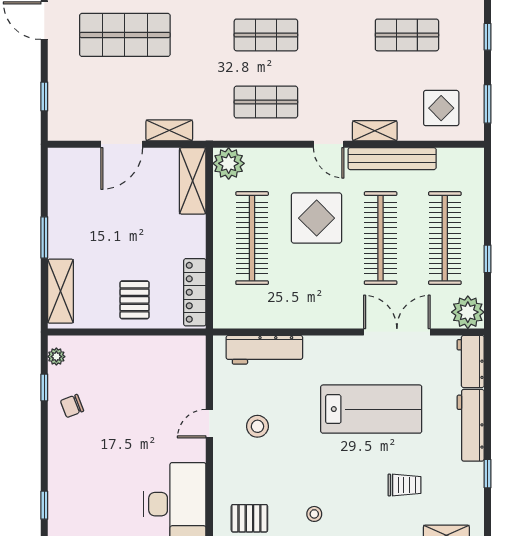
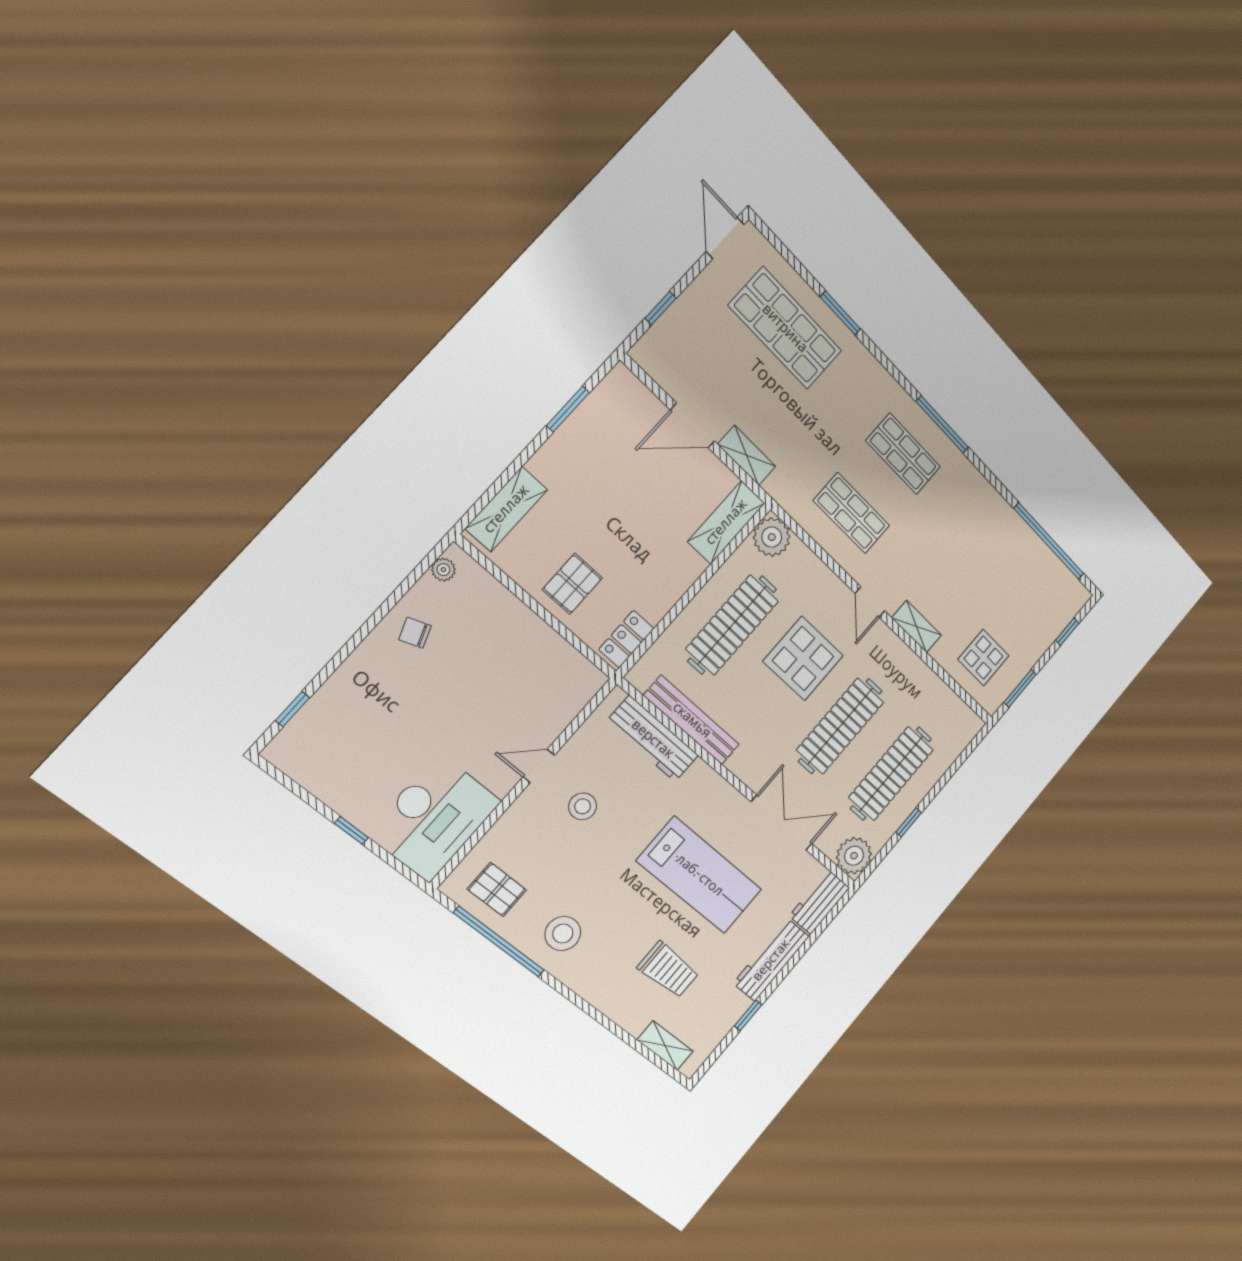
shop shelf: (407, 35) -> (1011, 569), removed
bench: (392, 159) -> (692, 720), moved
window: (44, 237) -> (568, 409), moved
locker: (195, 292) -> (626, 639), width x0.66
window: (44, 387) -> (402, 590), removed
trolley: (404, 485) -> (668, 970), width x1.36, depth x1.39
stool: (314, 514) -> (563, 933), width x1.89, depth x1.89

